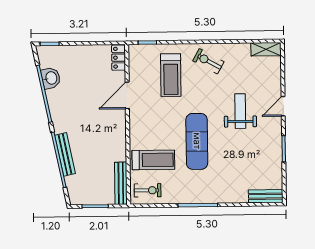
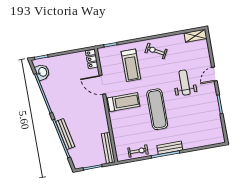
washbasin: (51, 78) -> (42, 72), moved
door: (127, 95) -> (102, 85), hinge flipped
treadmill: (153, 160) -> (124, 102), moved
exercise bike: (148, 190) -> (138, 151), moved
bench: (266, 196) -> (170, 148), moved

